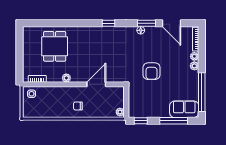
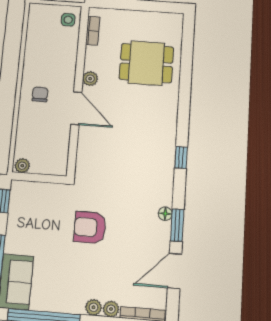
door: (96, 84) -> (76, 108), moved

